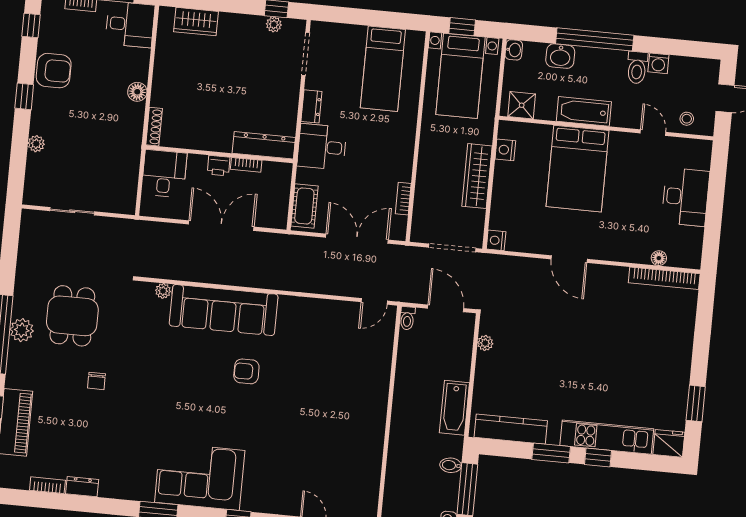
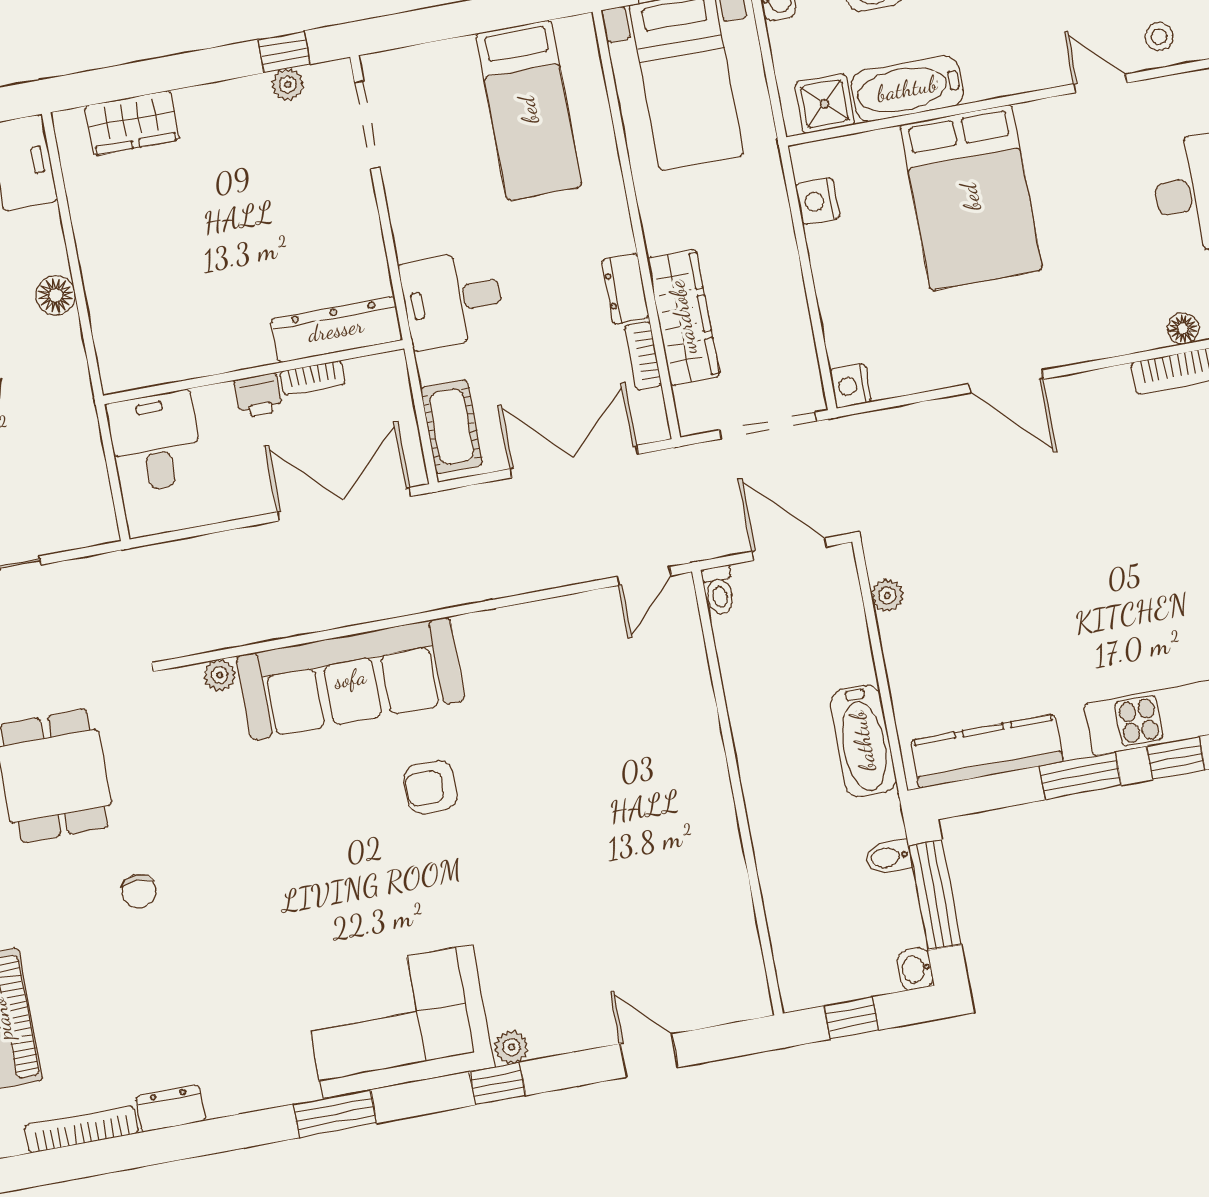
dresser: (311, 106) -> (625, 289), moved, turned 180
bathtub: (584, 111) -> (907, 89), moved
shoe rack: (154, 127) -> (109, 355), removed
wardrobe: (477, 176) -> (683, 317), moved, turned 180
double door: (221, 226) -> (344, 504), moved
bookcase: (47, 485) -> (81, 1129), width x1.56
plant: (249, 504) -> (511, 1047), added

